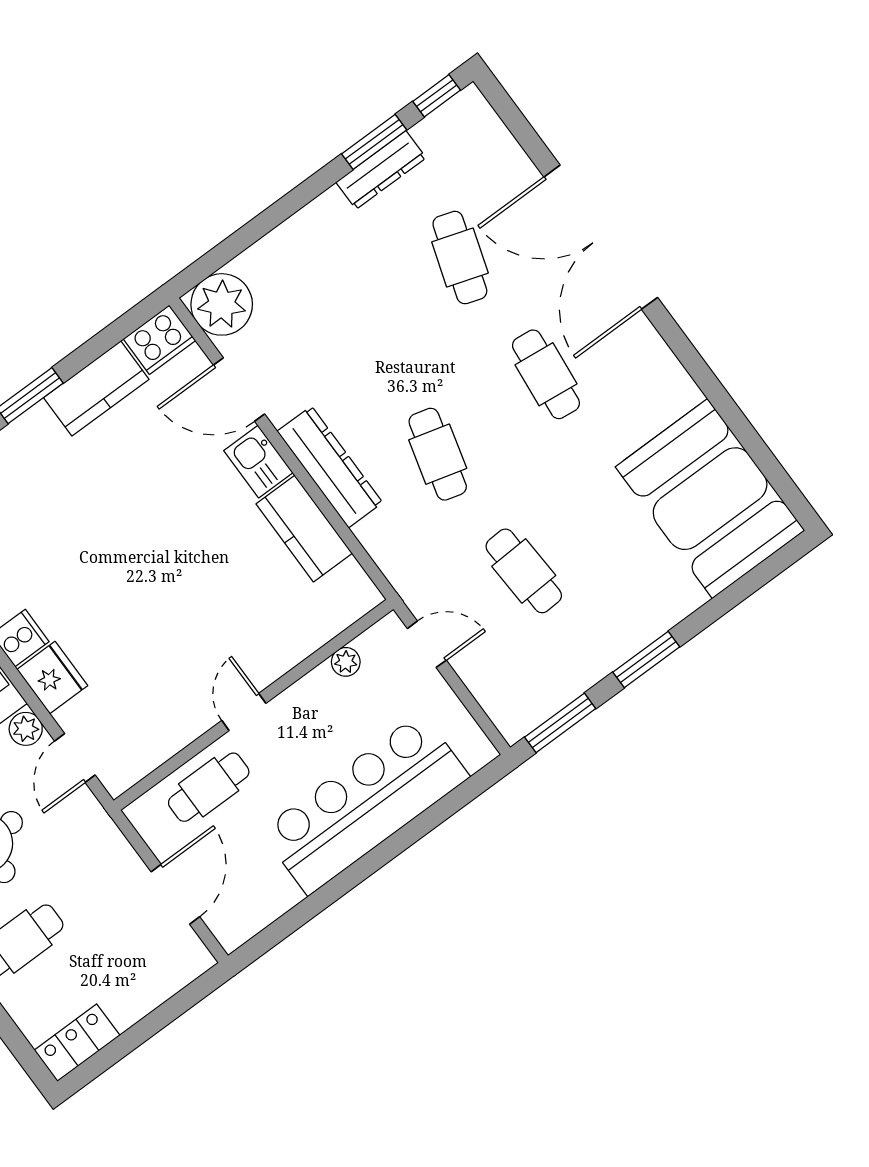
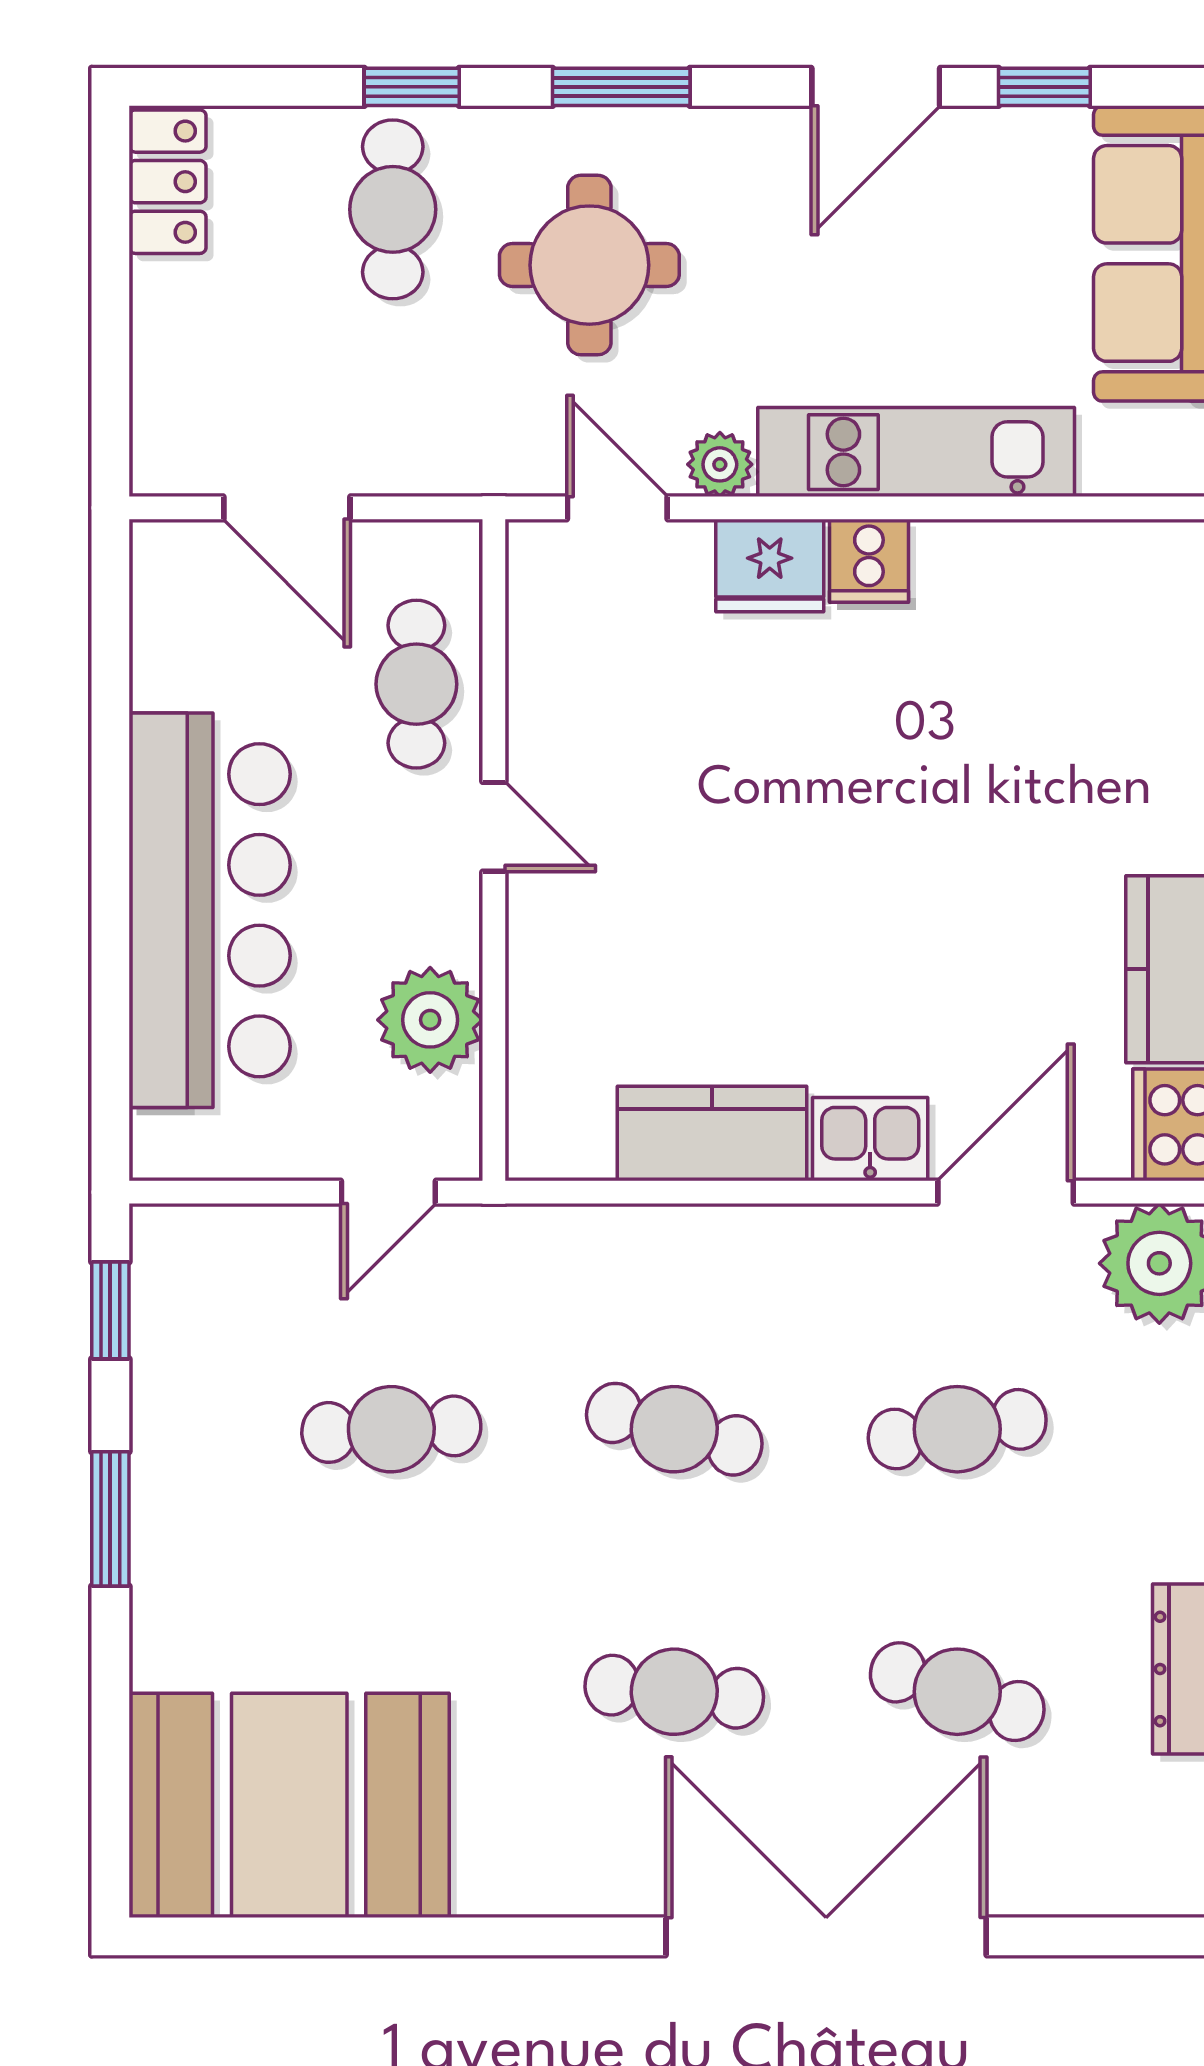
cafe table: (352, 337) -> (957, 1429), added
dresser: (330, 467) -> (779, 1245), removed
plant: (346, 662) -> (430, 1020), width x1.88, depth x1.88
window: (560, 723) -> (110, 1310), width x0.67

